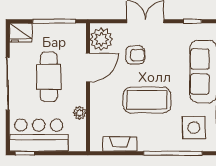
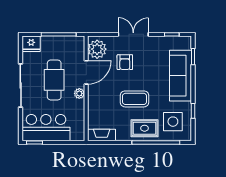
armchair: (135, 55) -> (125, 62), turned 90
coffee table: (147, 100) -> (135, 99), width x0.73, depth x0.76
plant: (80, 113) -> (79, 93), moved
rug: (159, 136) -> (144, 128), added
fireplace: (120, 144) -> (102, 135), moved

